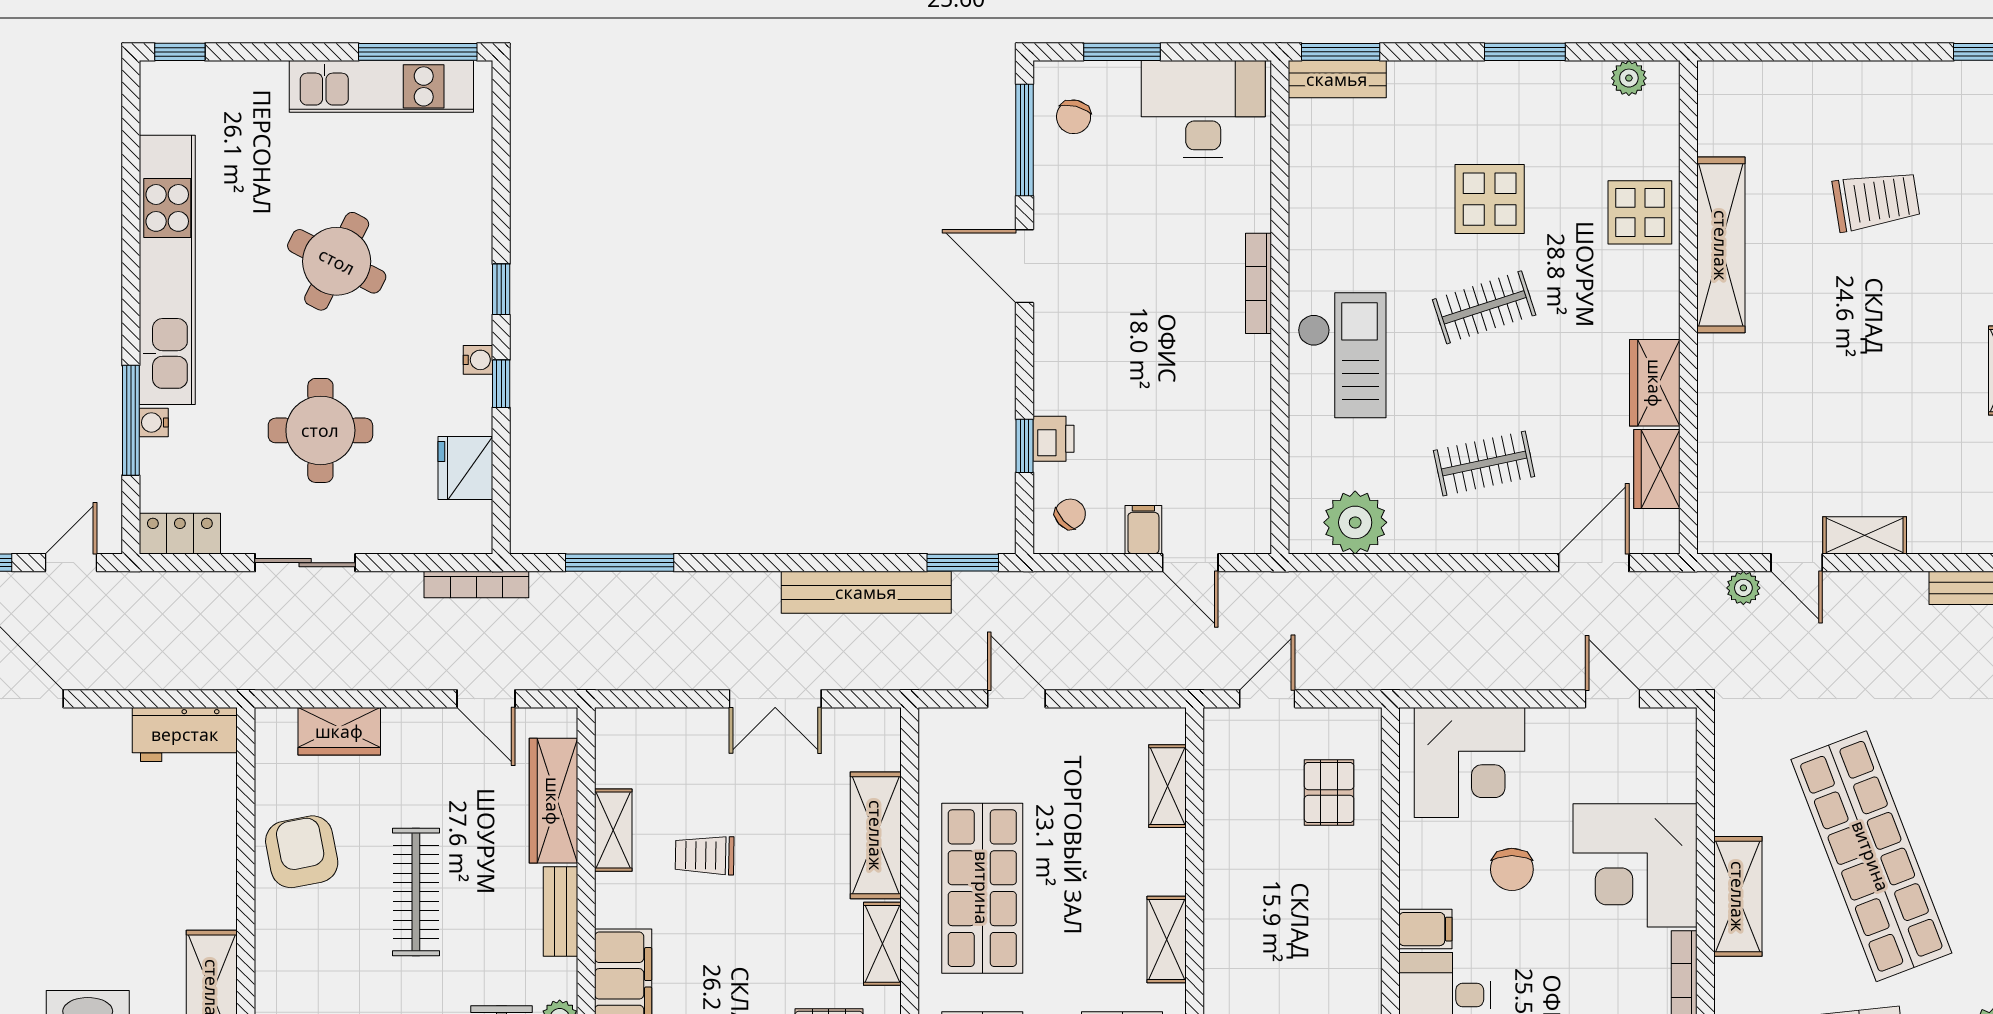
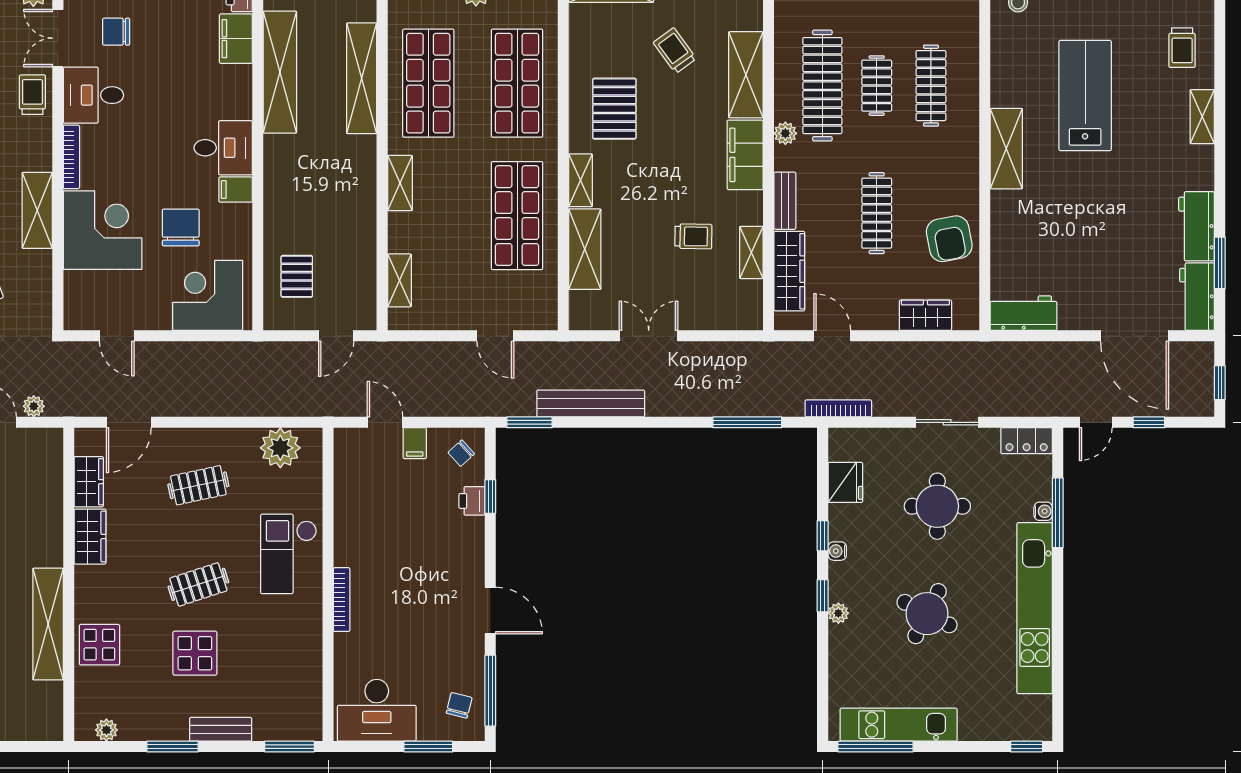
bench: (1337, 79) -> (221, 729), moved
plant: (476, 262) -> (838, 613), added
chair: (1512, 869) -> (181, 228), width x1.37, depth x1.37

